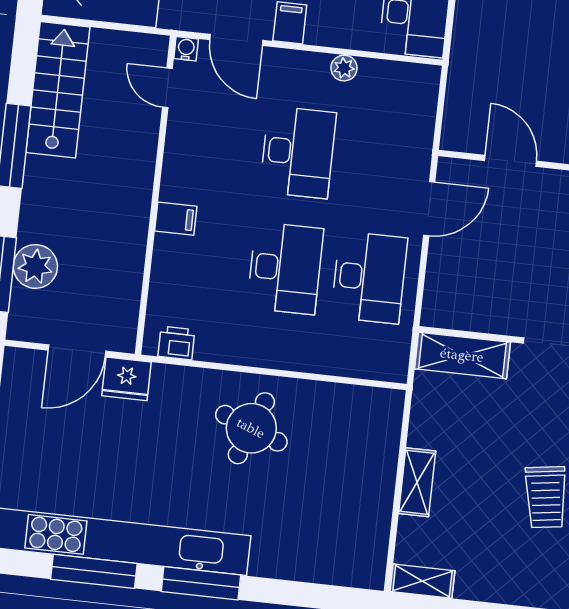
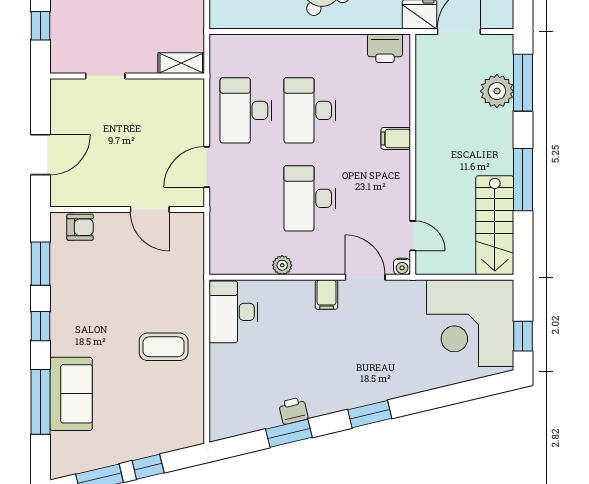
printer: (176, 343) -> (385, 48), width x1.36, depth x1.24
shelving: (462, 355) -> (181, 63), width x0.67, depth x0.75

